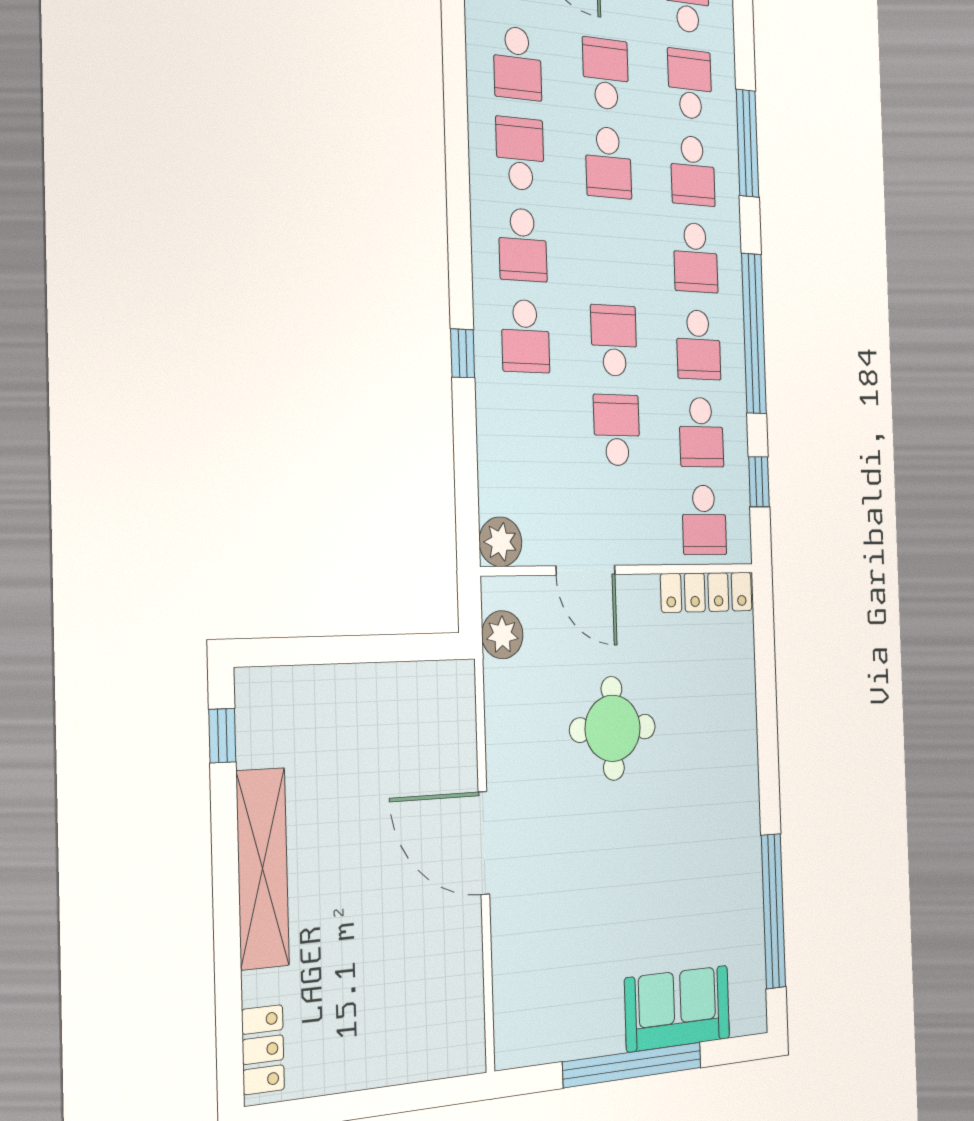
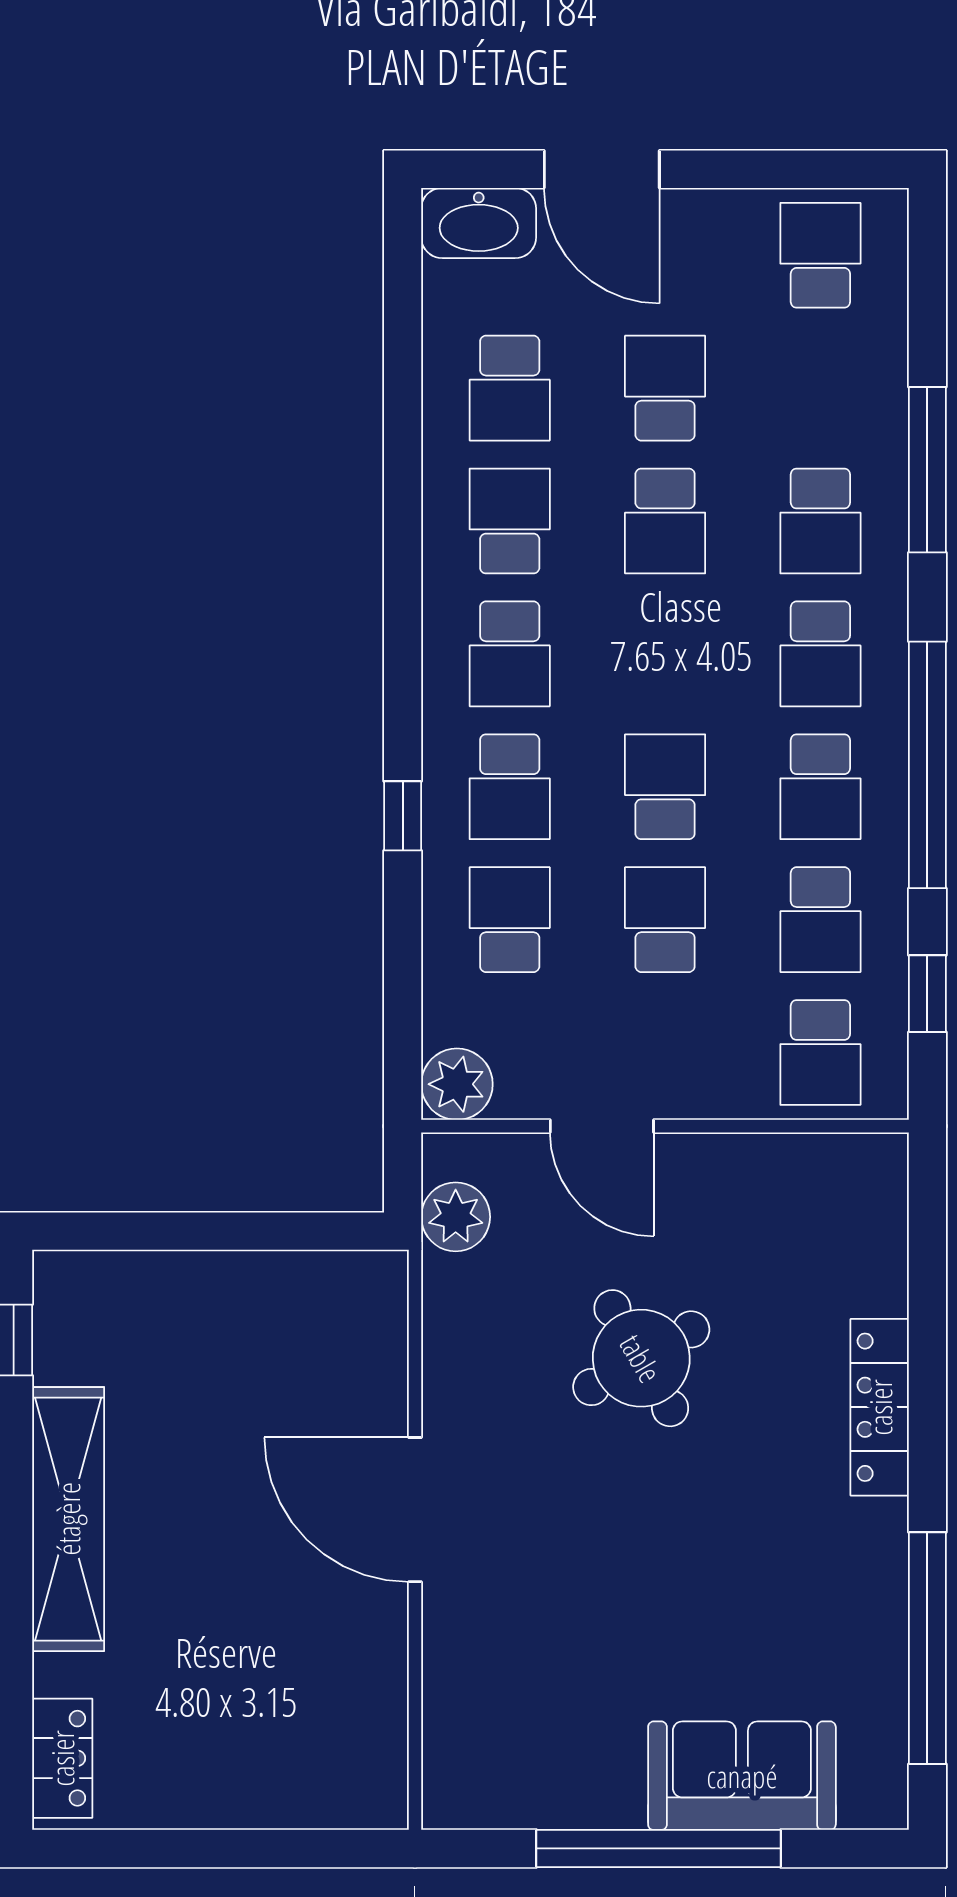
school desk: (690, 84) -> (510, 920), moved
locker: (707, 592) -> (880, 1407), moved, turned 90
round table: (613, 728) -> (641, 1358), turned -30

